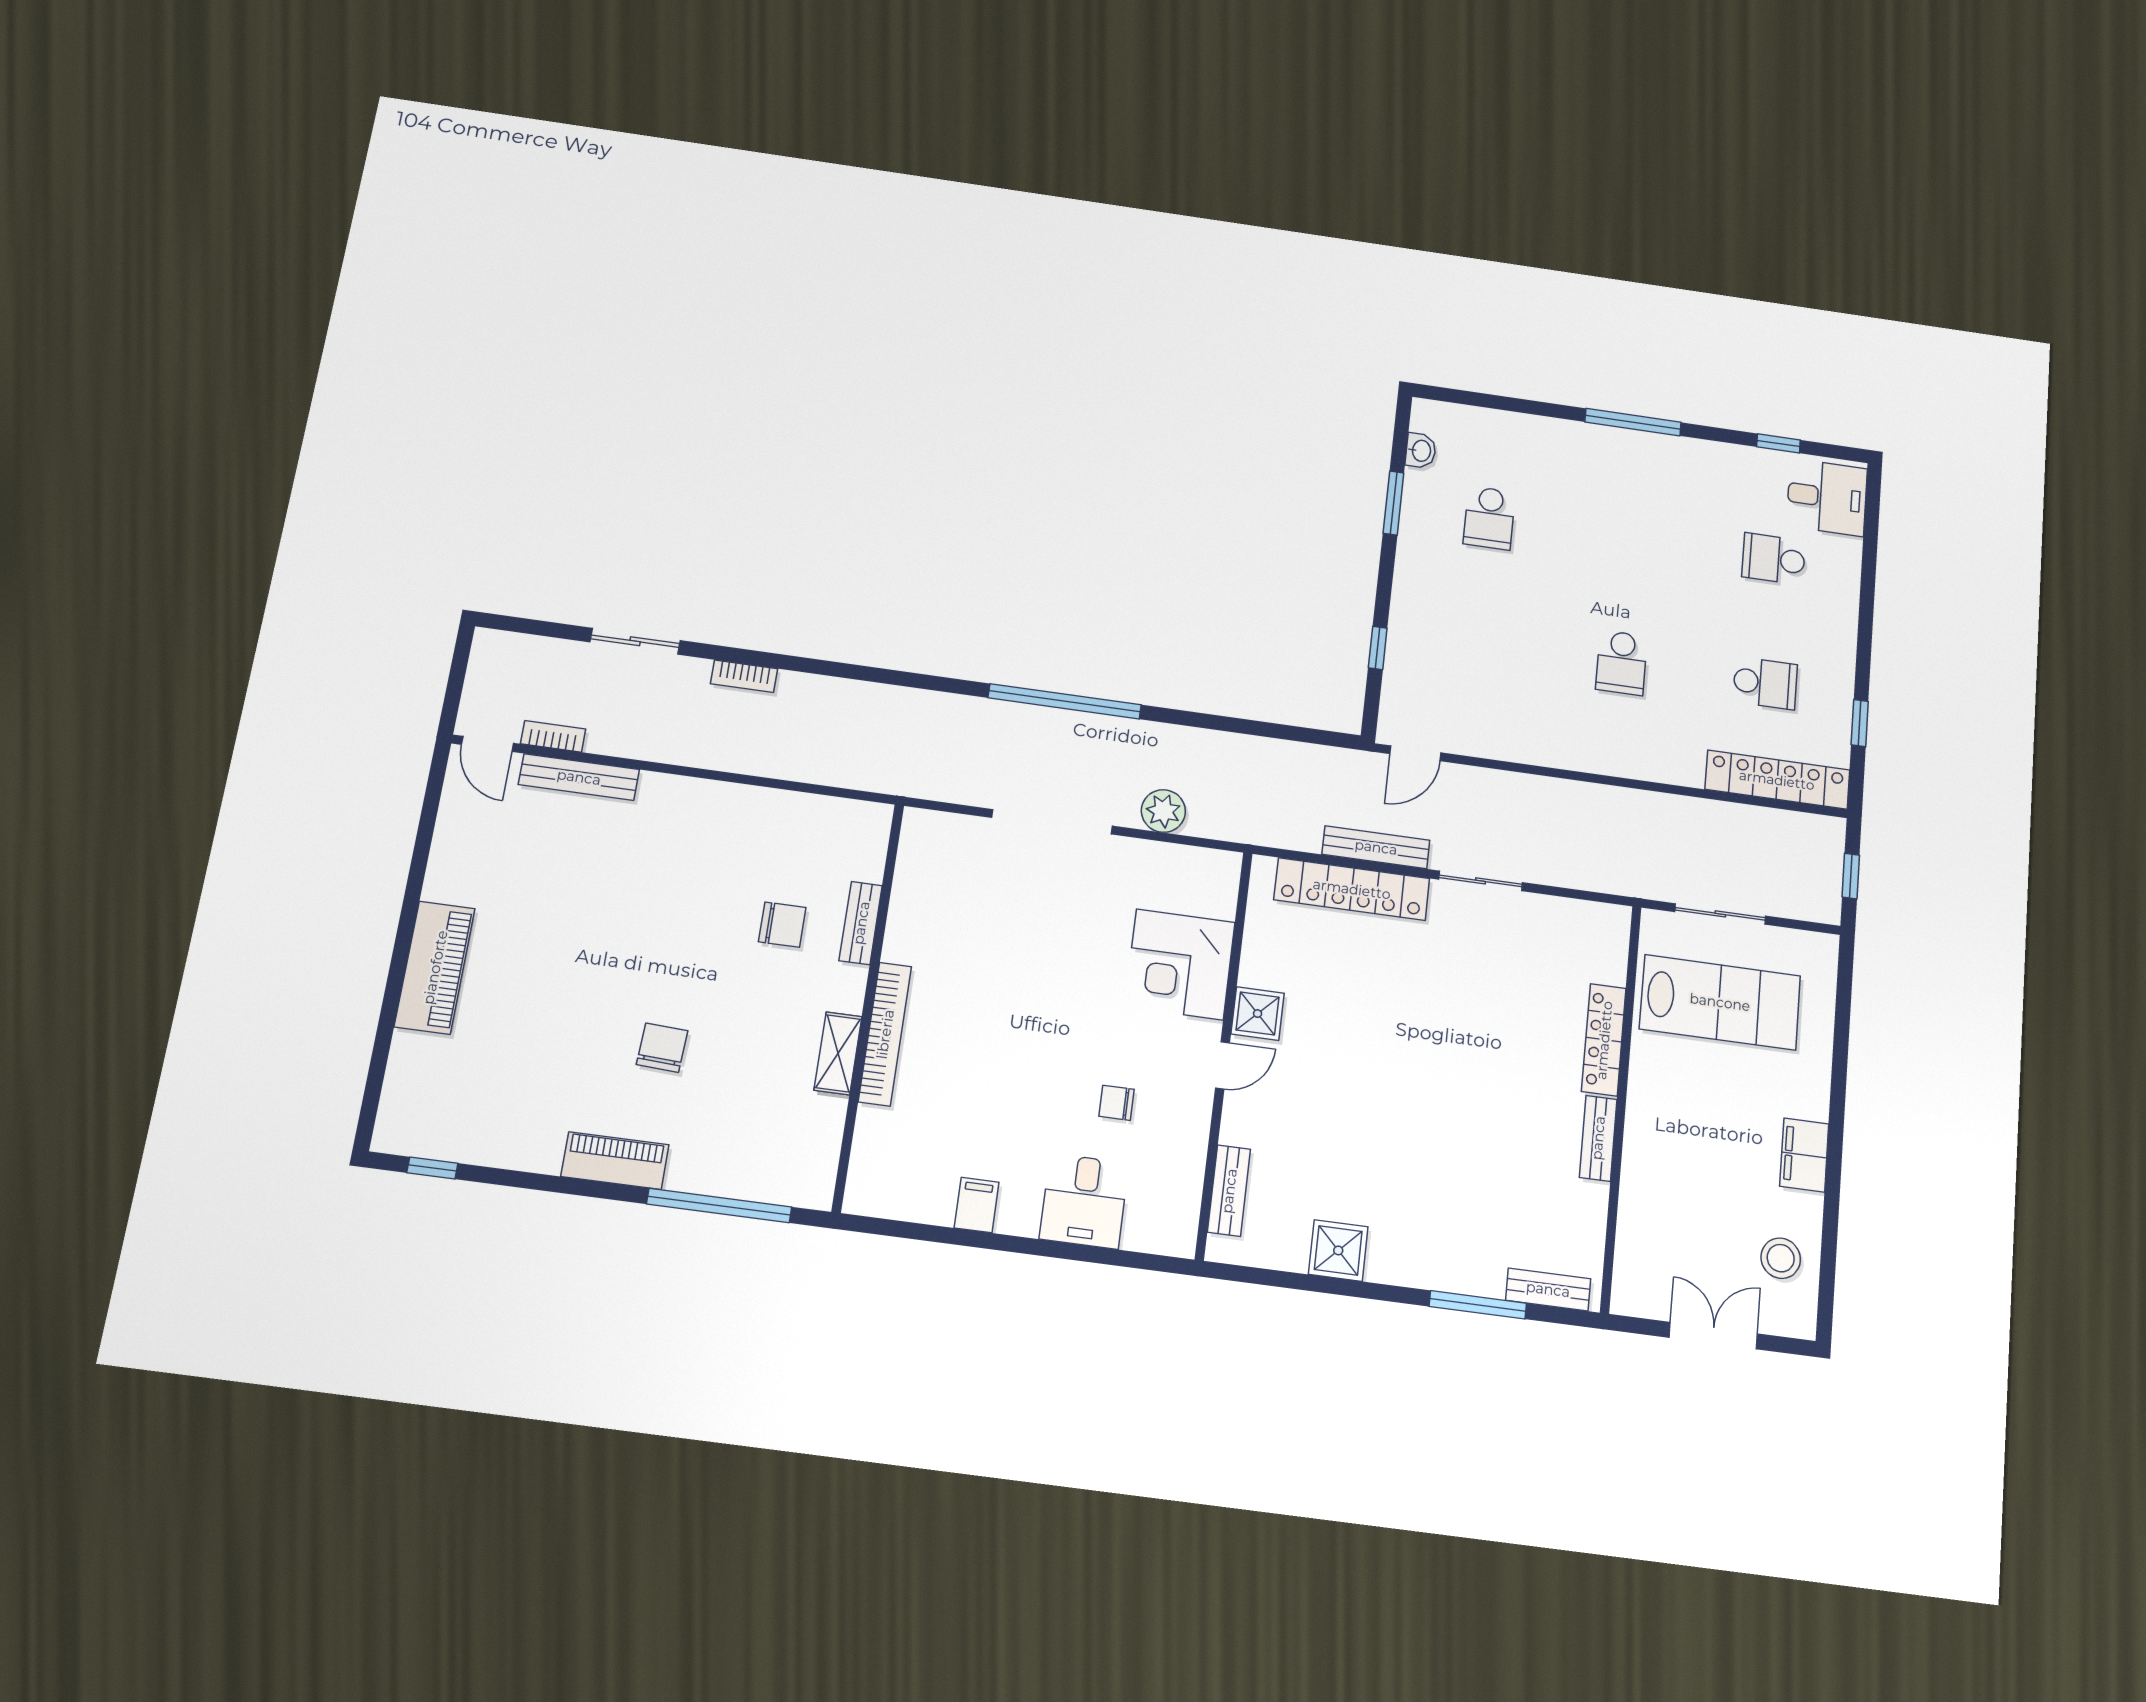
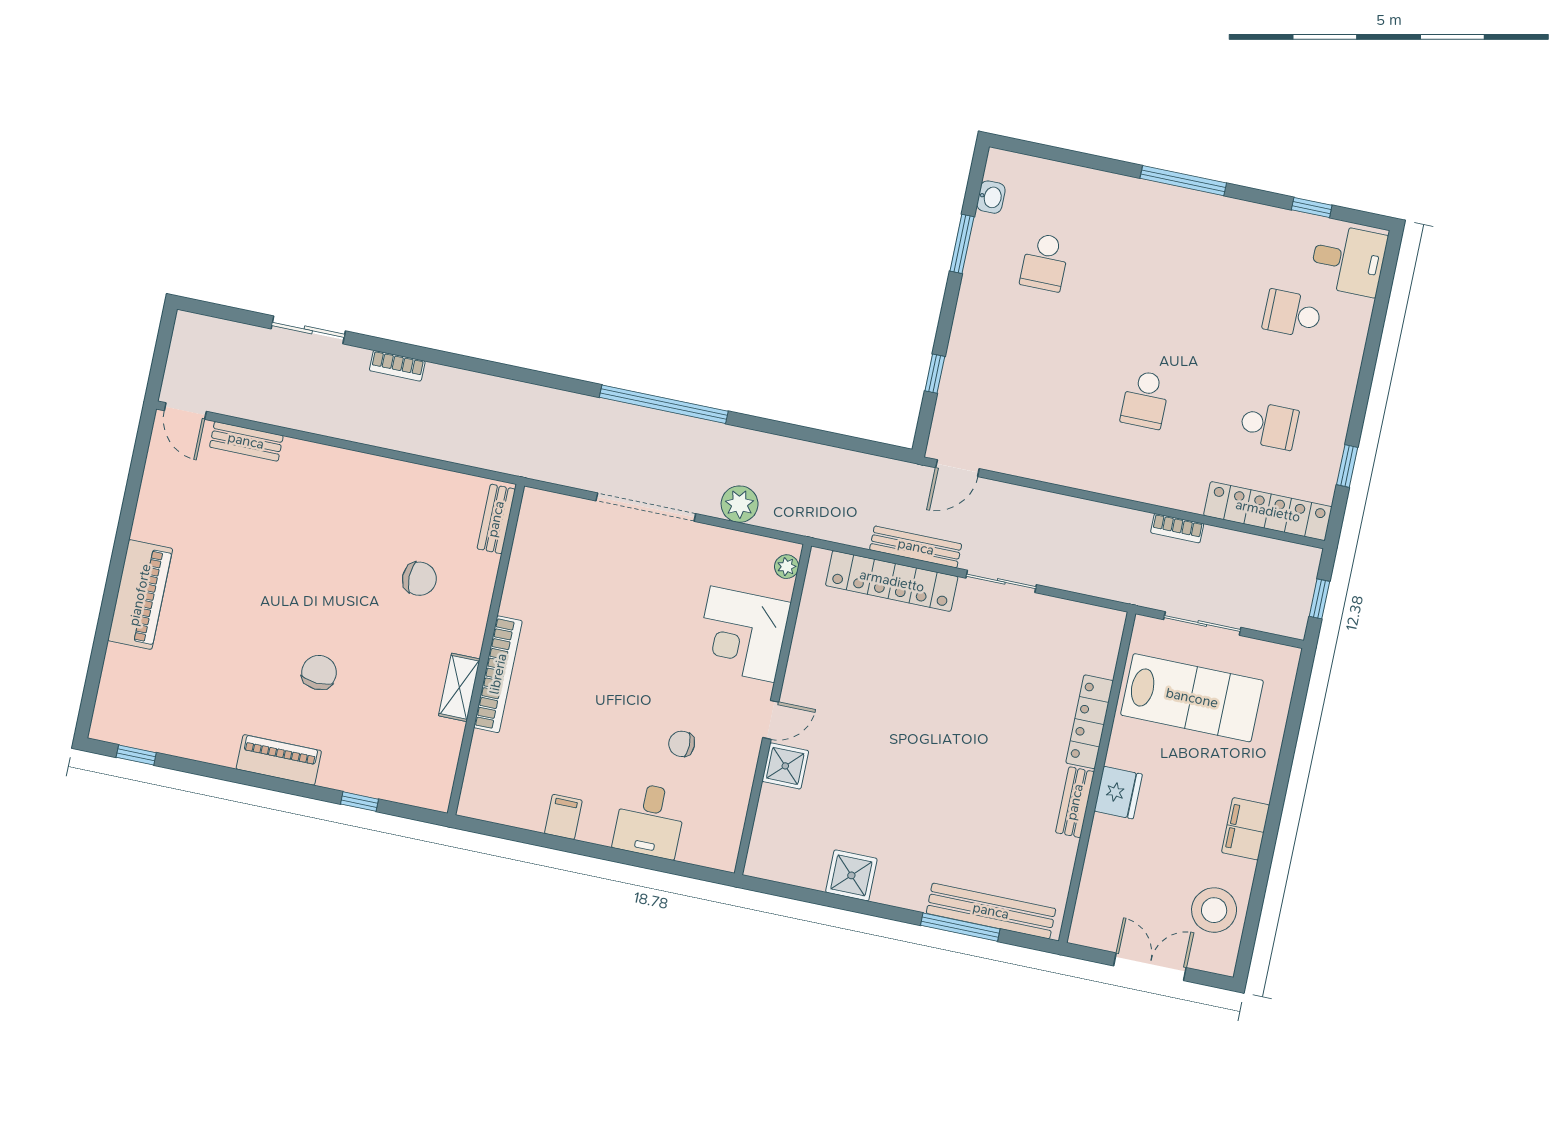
bookcase: (553, 736) -> (1177, 528), moved, turned 180
bench: (579, 777) -> (246, 441), width x0.73
plant: (1226, 880) -> (787, 567), added
bench: (861, 923) -> (496, 519), moved
shower: (1258, 1014) -> (785, 766), moved
fridge: (1648, 1123) -> (1118, 793), added
bench: (1229, 1191) -> (767, 821), removed
window: (719, 1205) -> (360, 802), width x0.32
stool: (1781, 1258) -> (1214, 910), width x1.38, depth x1.38
bench: (1548, 1289) -> (991, 911), width x1.86, depth x1.21

